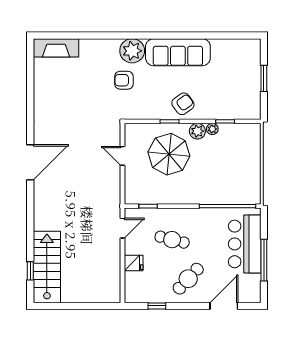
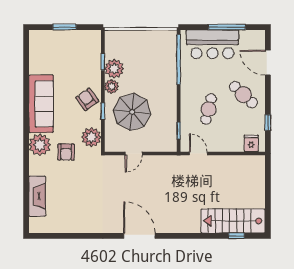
fireplace: (56, 48) -> (37, 196), moved
plant: (140, 108) -> (91, 137), added
plant: (212, 129) -> (114, 69), width x1.87, depth x1.87
fridge: (134, 263) -> (251, 143), moved

